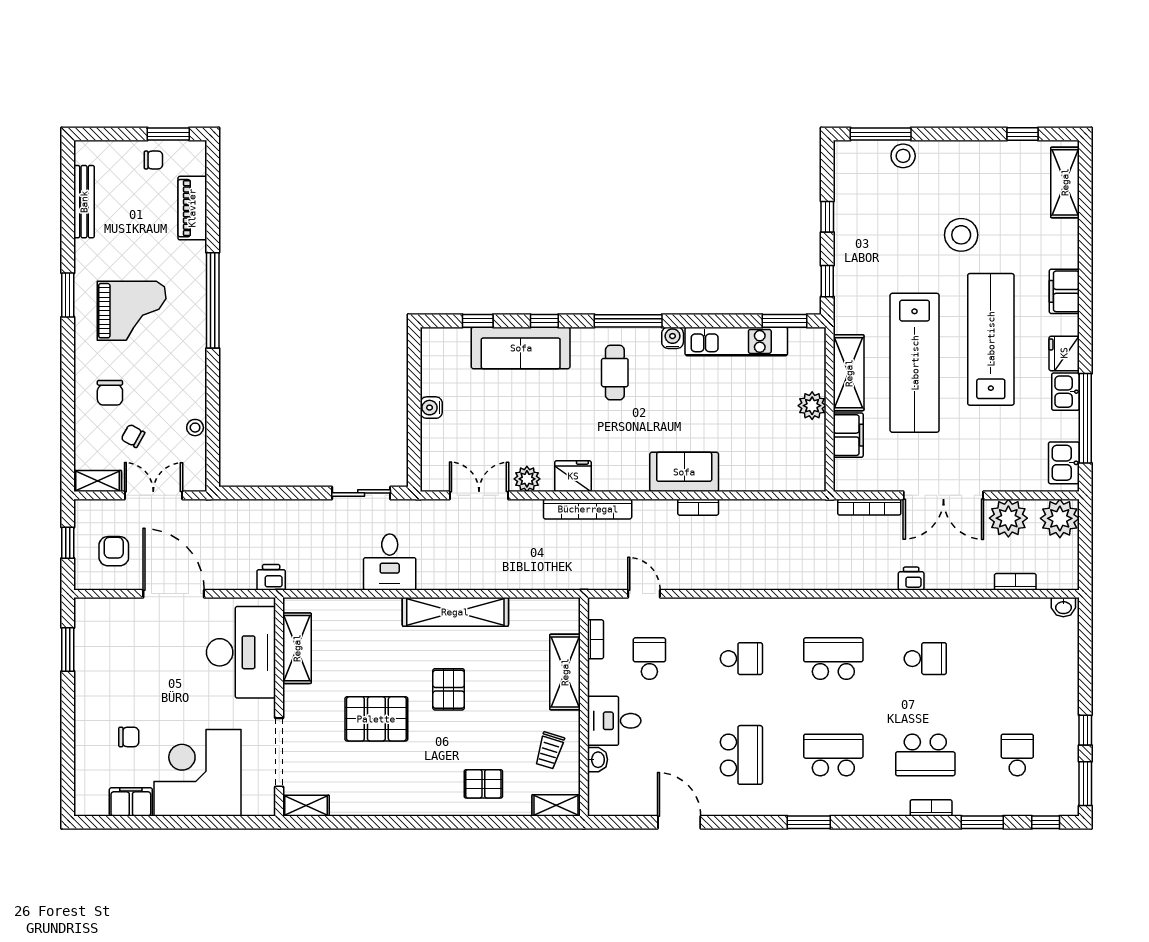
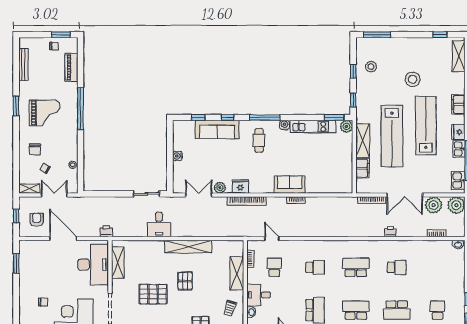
stool: (903, 156) -> (371, 67), moved
plant: (812, 406) -> (346, 126), moved

